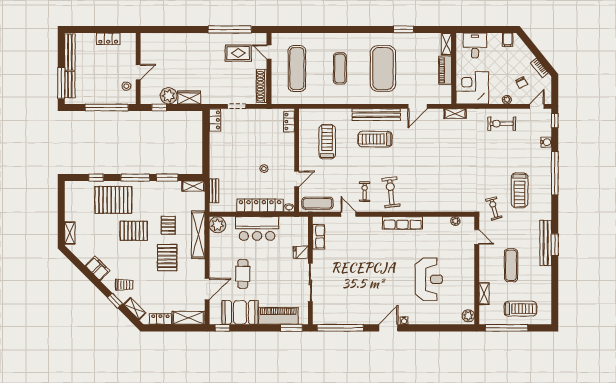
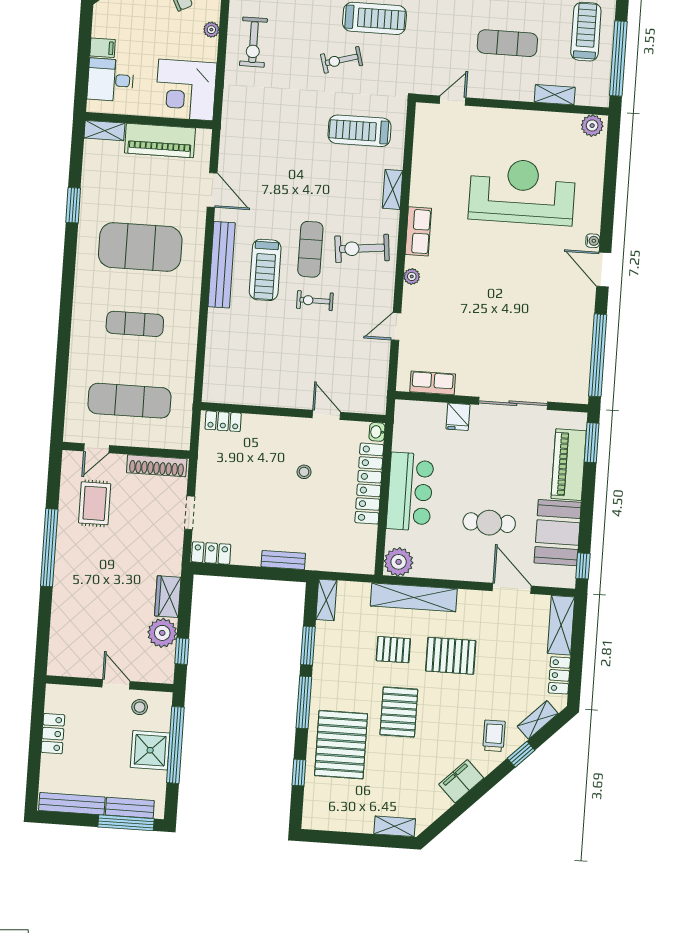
window: (230, 29) -> (49, 548), moved
filing cabinet: (508, 40) -> (103, 48), moved
piano: (445, 70) -> (160, 140), width x1.37, depth x1.33
shower: (103, 94) -> (150, 750), added
shelving: (455, 114) -> (393, 189), moved
treadmill: (327, 142) -> (360, 131), moved
bench: (214, 191) -> (283, 560), moved
exercise bike: (365, 192) -> (315, 301), moved
exercise mat: (317, 203) -> (310, 249), moved
exercise bike: (494, 208) -> (342, 60), moved
plant: (455, 221) -> (412, 276), moved
row of seats: (402, 223) -> (418, 231), width x0.68
reception desk: (429, 279) -> (522, 192), width x1.36, depth x1.30

